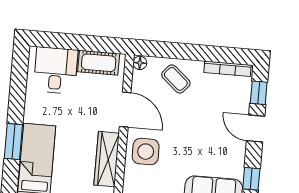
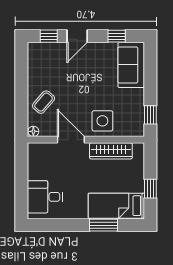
cot: (99, 63) -> (36, 164), removed
bookcase: (227, 69) -> (32, 62), removed
door: (125, 110) -> (71, 140), hinge flipped

